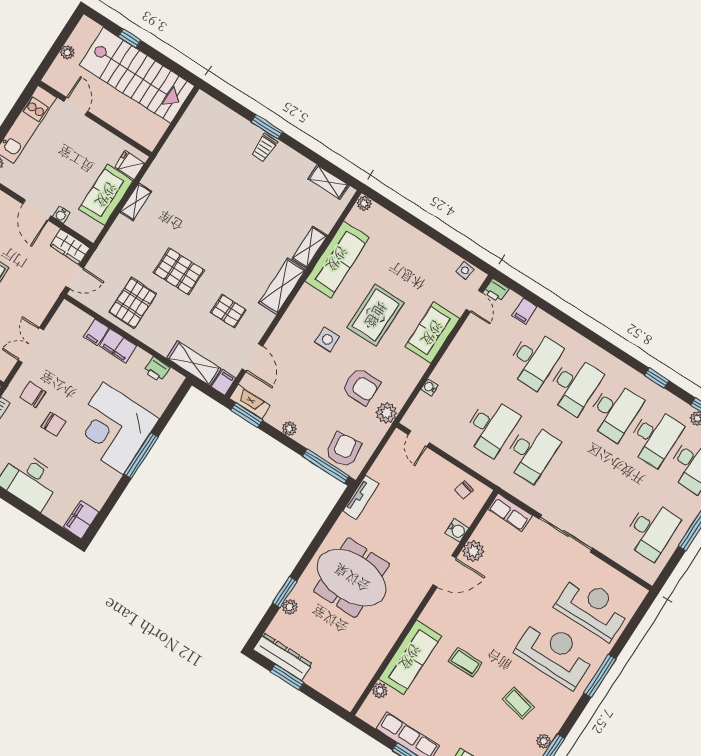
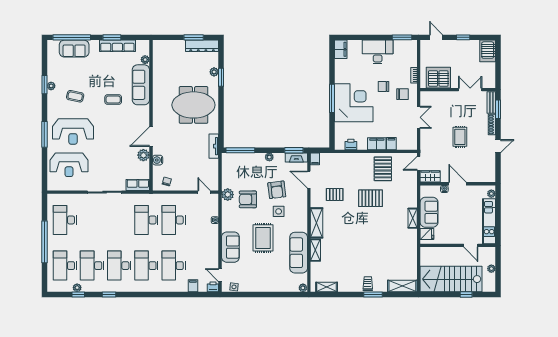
shelving: (194, 363) -> (402, 286), moved
armchair: (343, 450) -> (277, 190), moved

